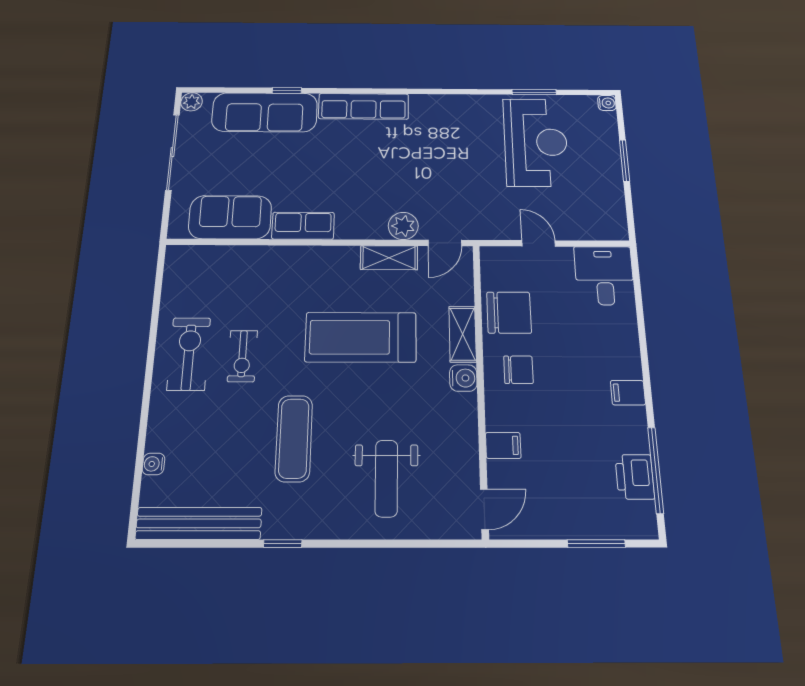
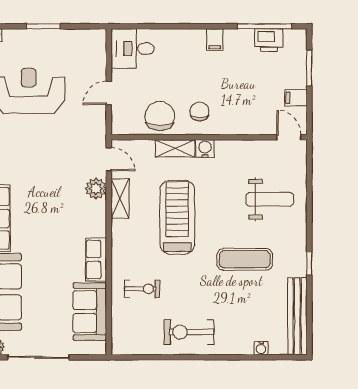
treadmill: (361, 337) -> (177, 217), turned 180
exercise bike: (242, 356) -> (142, 289), moved
filing cabinet: (503, 445) -> (296, 98), moved, turned -90

